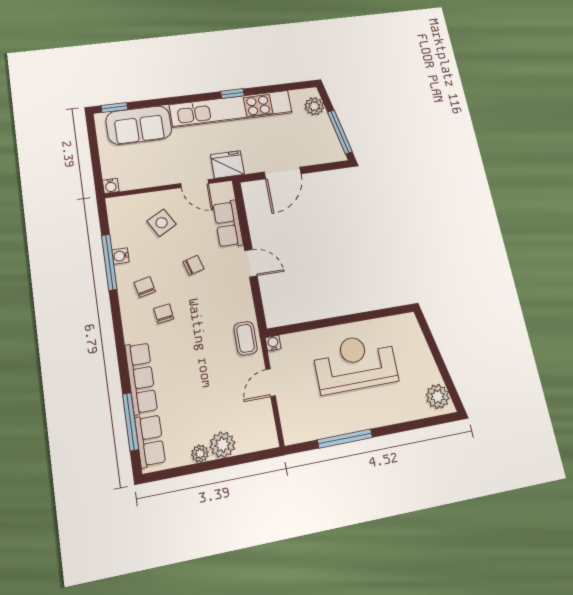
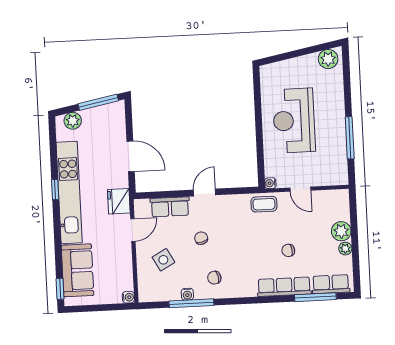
chair: (164, 314) -> (288, 250), moved

